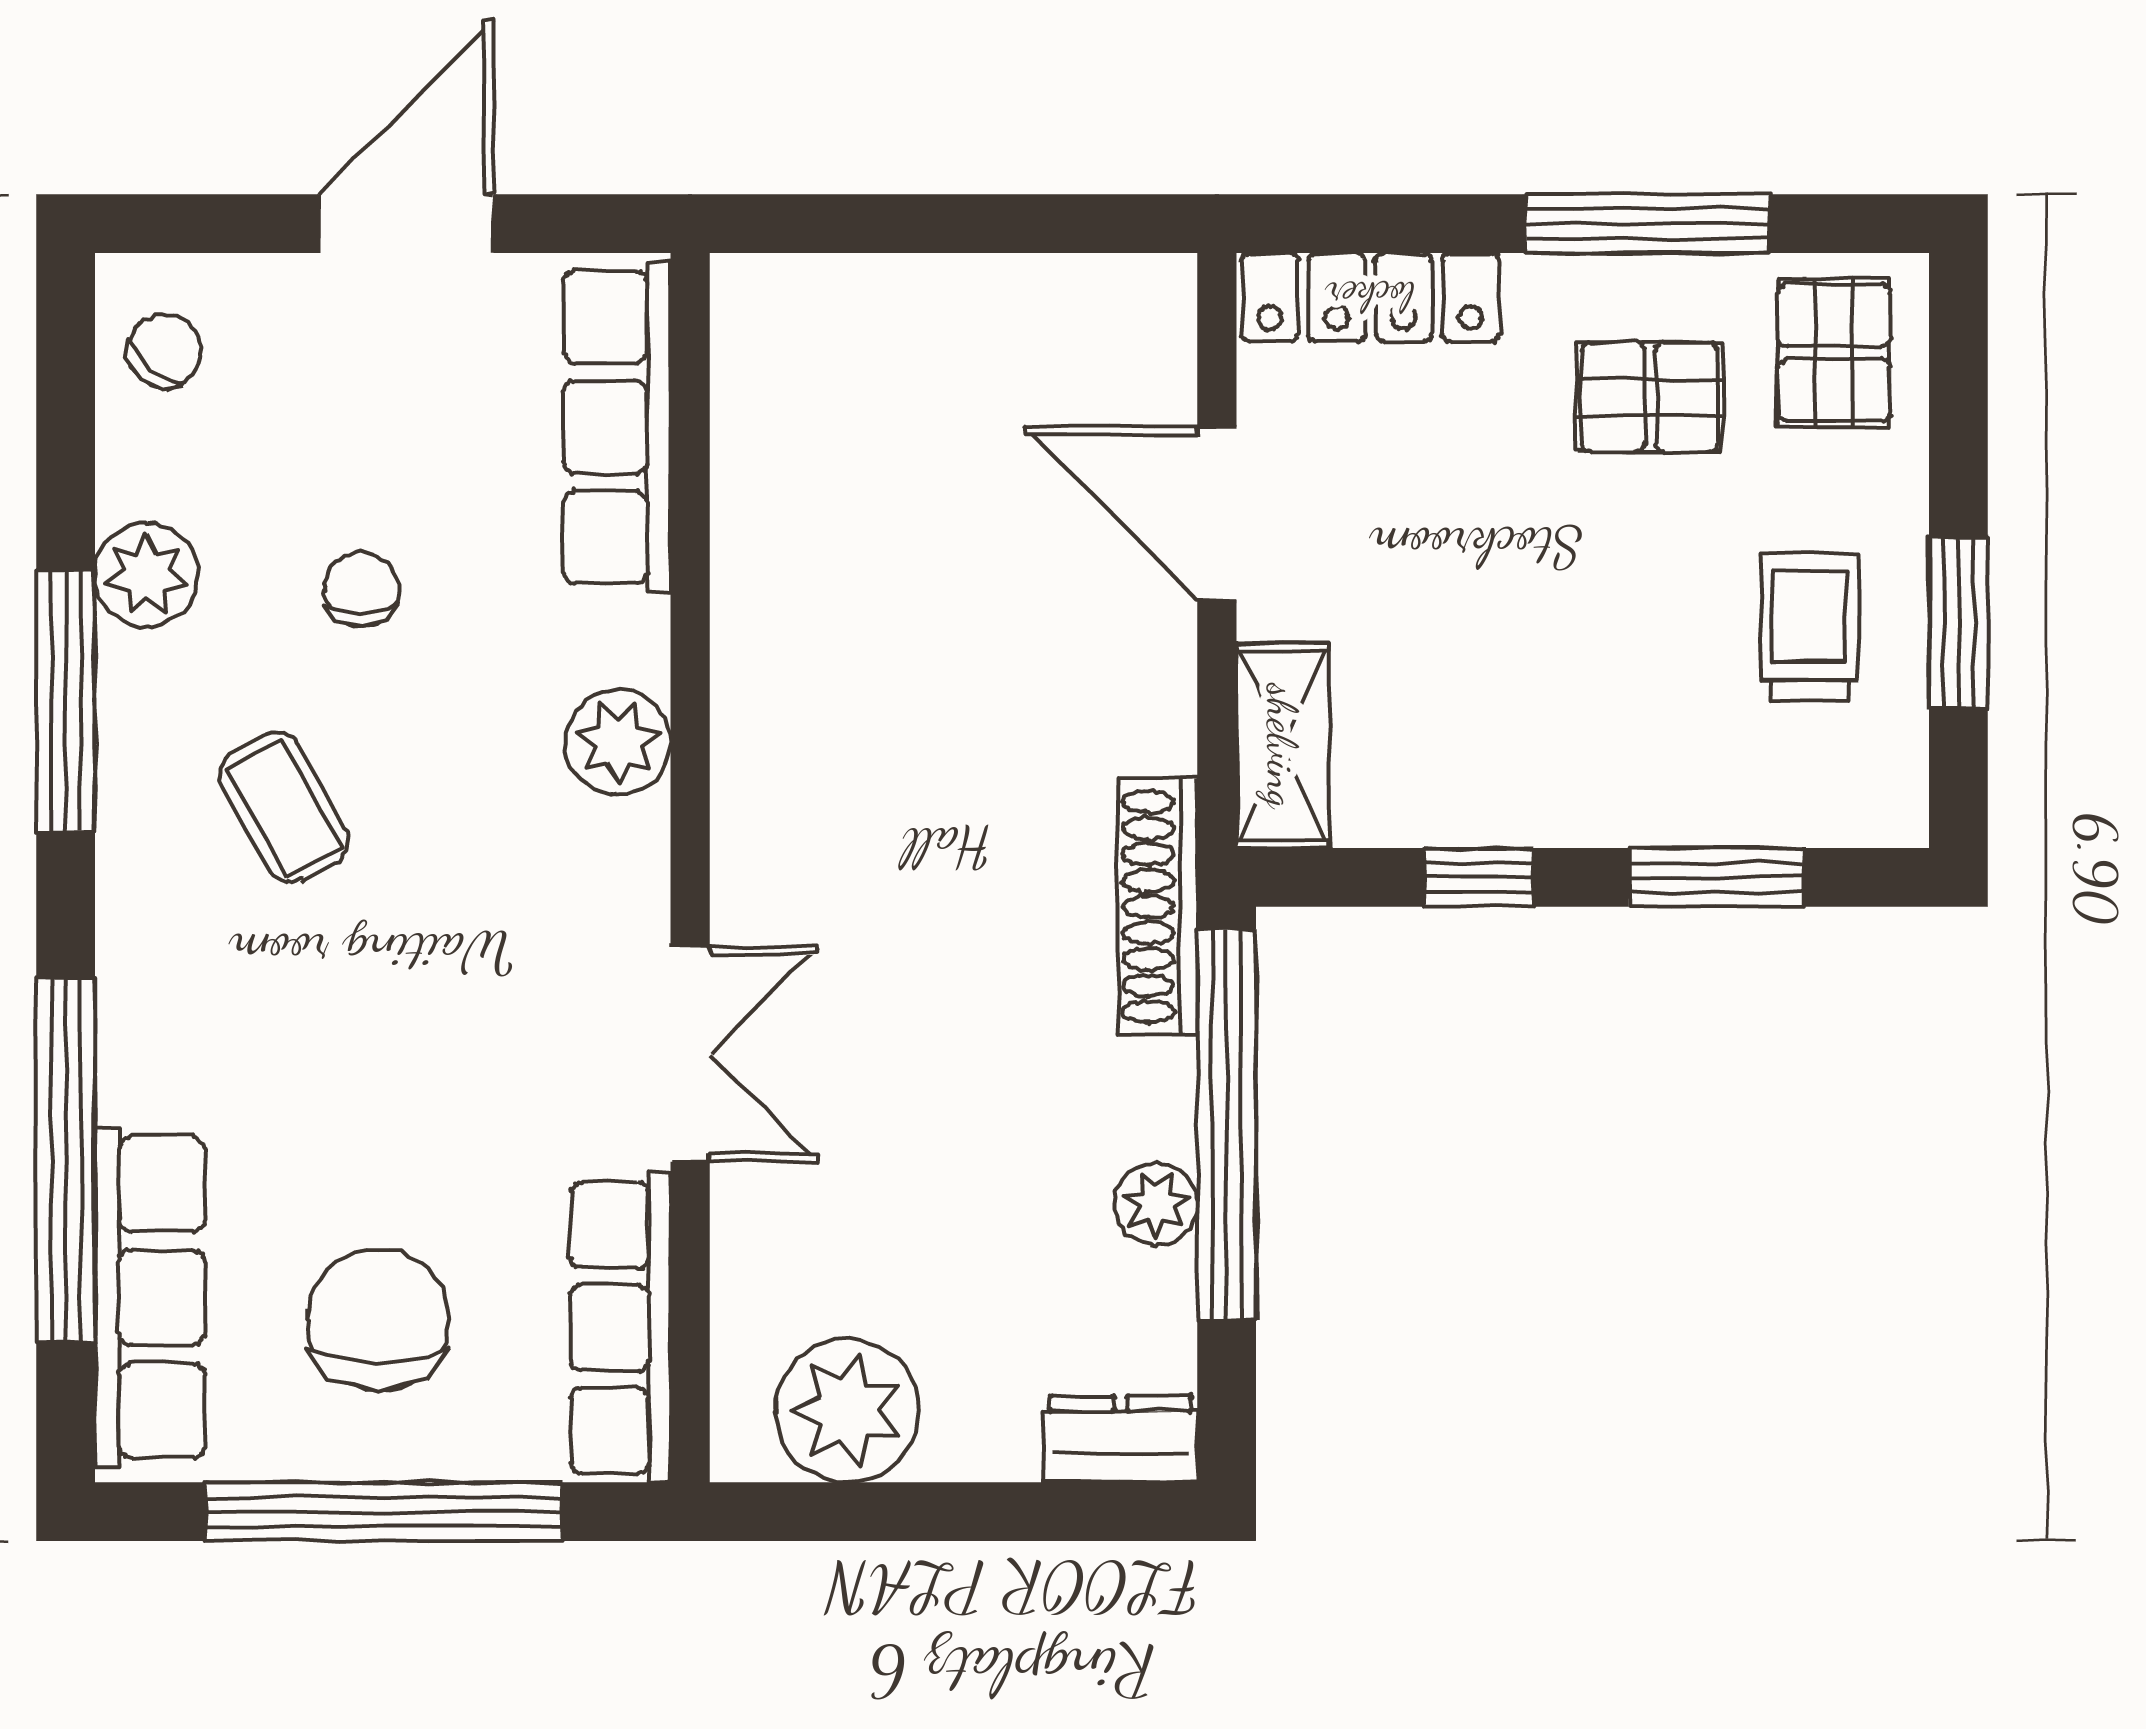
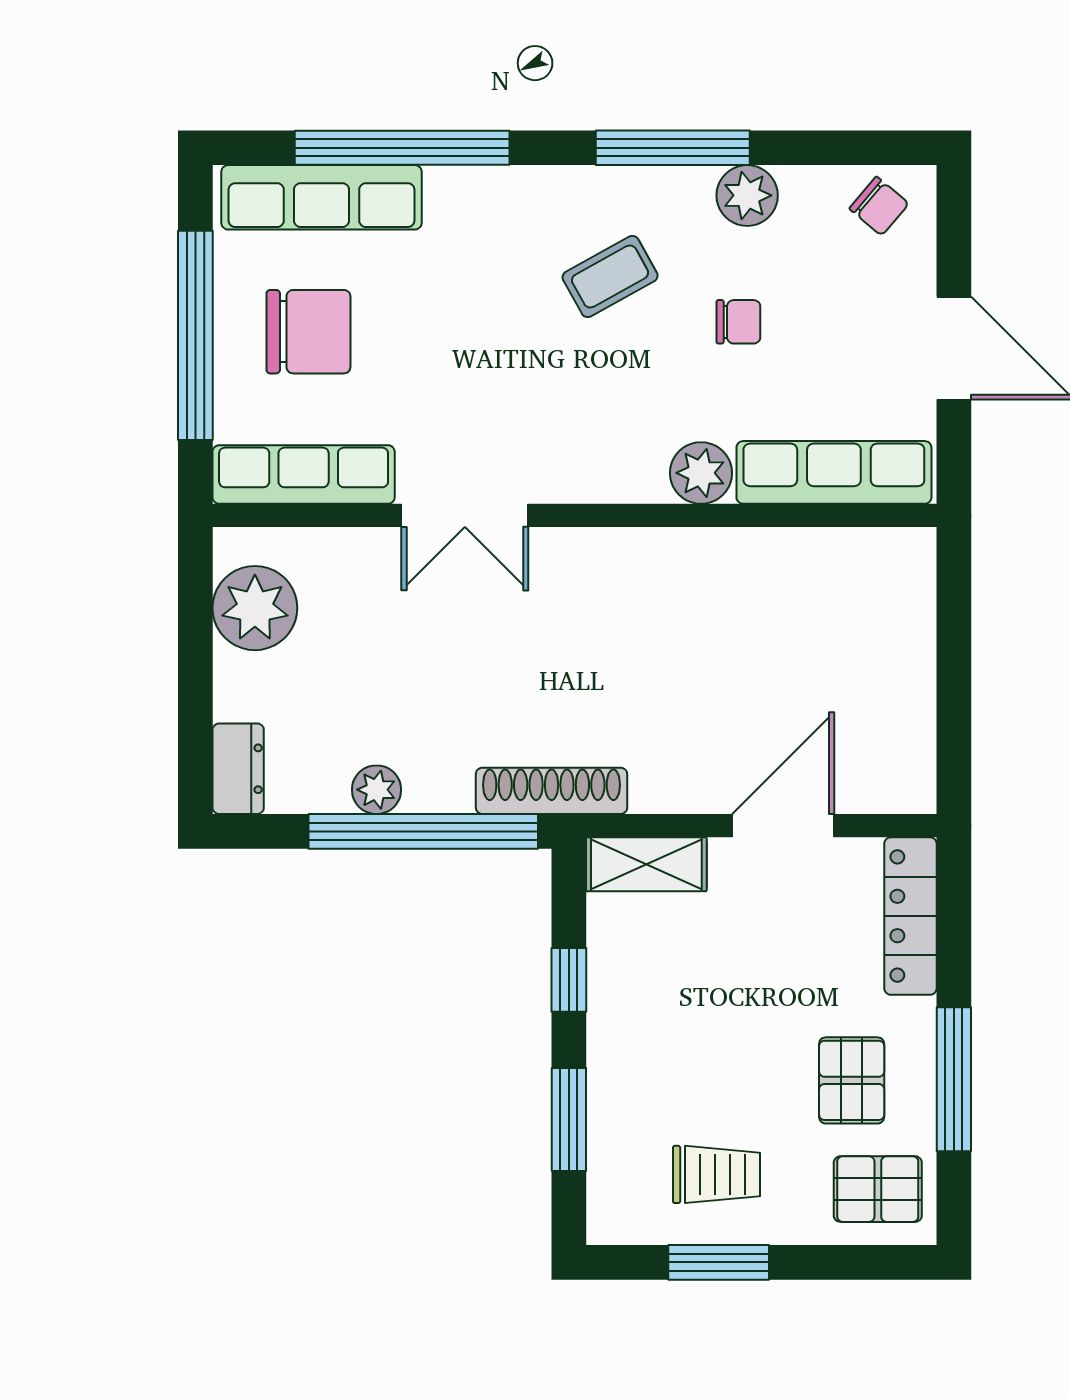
plant: (618, 742) -> (701, 473), moved

